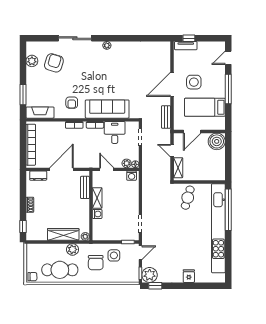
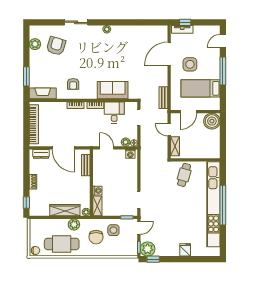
sliding door: (75, 38) -> (76, 22), width x0.73
door: (172, 84) -> (169, 54), moved
sofa: (107, 109) -> (113, 90), width x0.73
door: (61, 169) -> (63, 148), swing flipped
shelving: (97, 198) -> (97, 206), moved
window: (228, 210) -> (223, 205), moved

